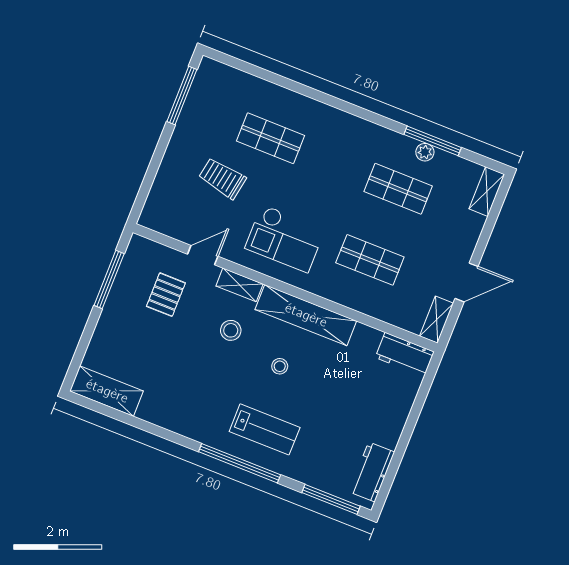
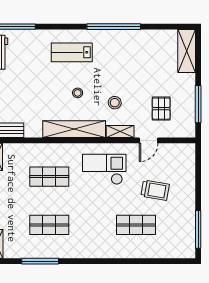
plant: (425, 152) -> (42, 253), removed
shelving: (107, 391) -> (187, 51), moved, turned 90
window: (240, 463) -> (114, 27), moved

